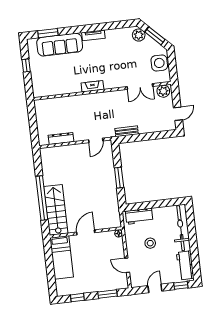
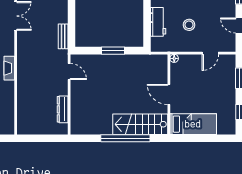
workbench: (139, 216) -> (158, 22), moved

